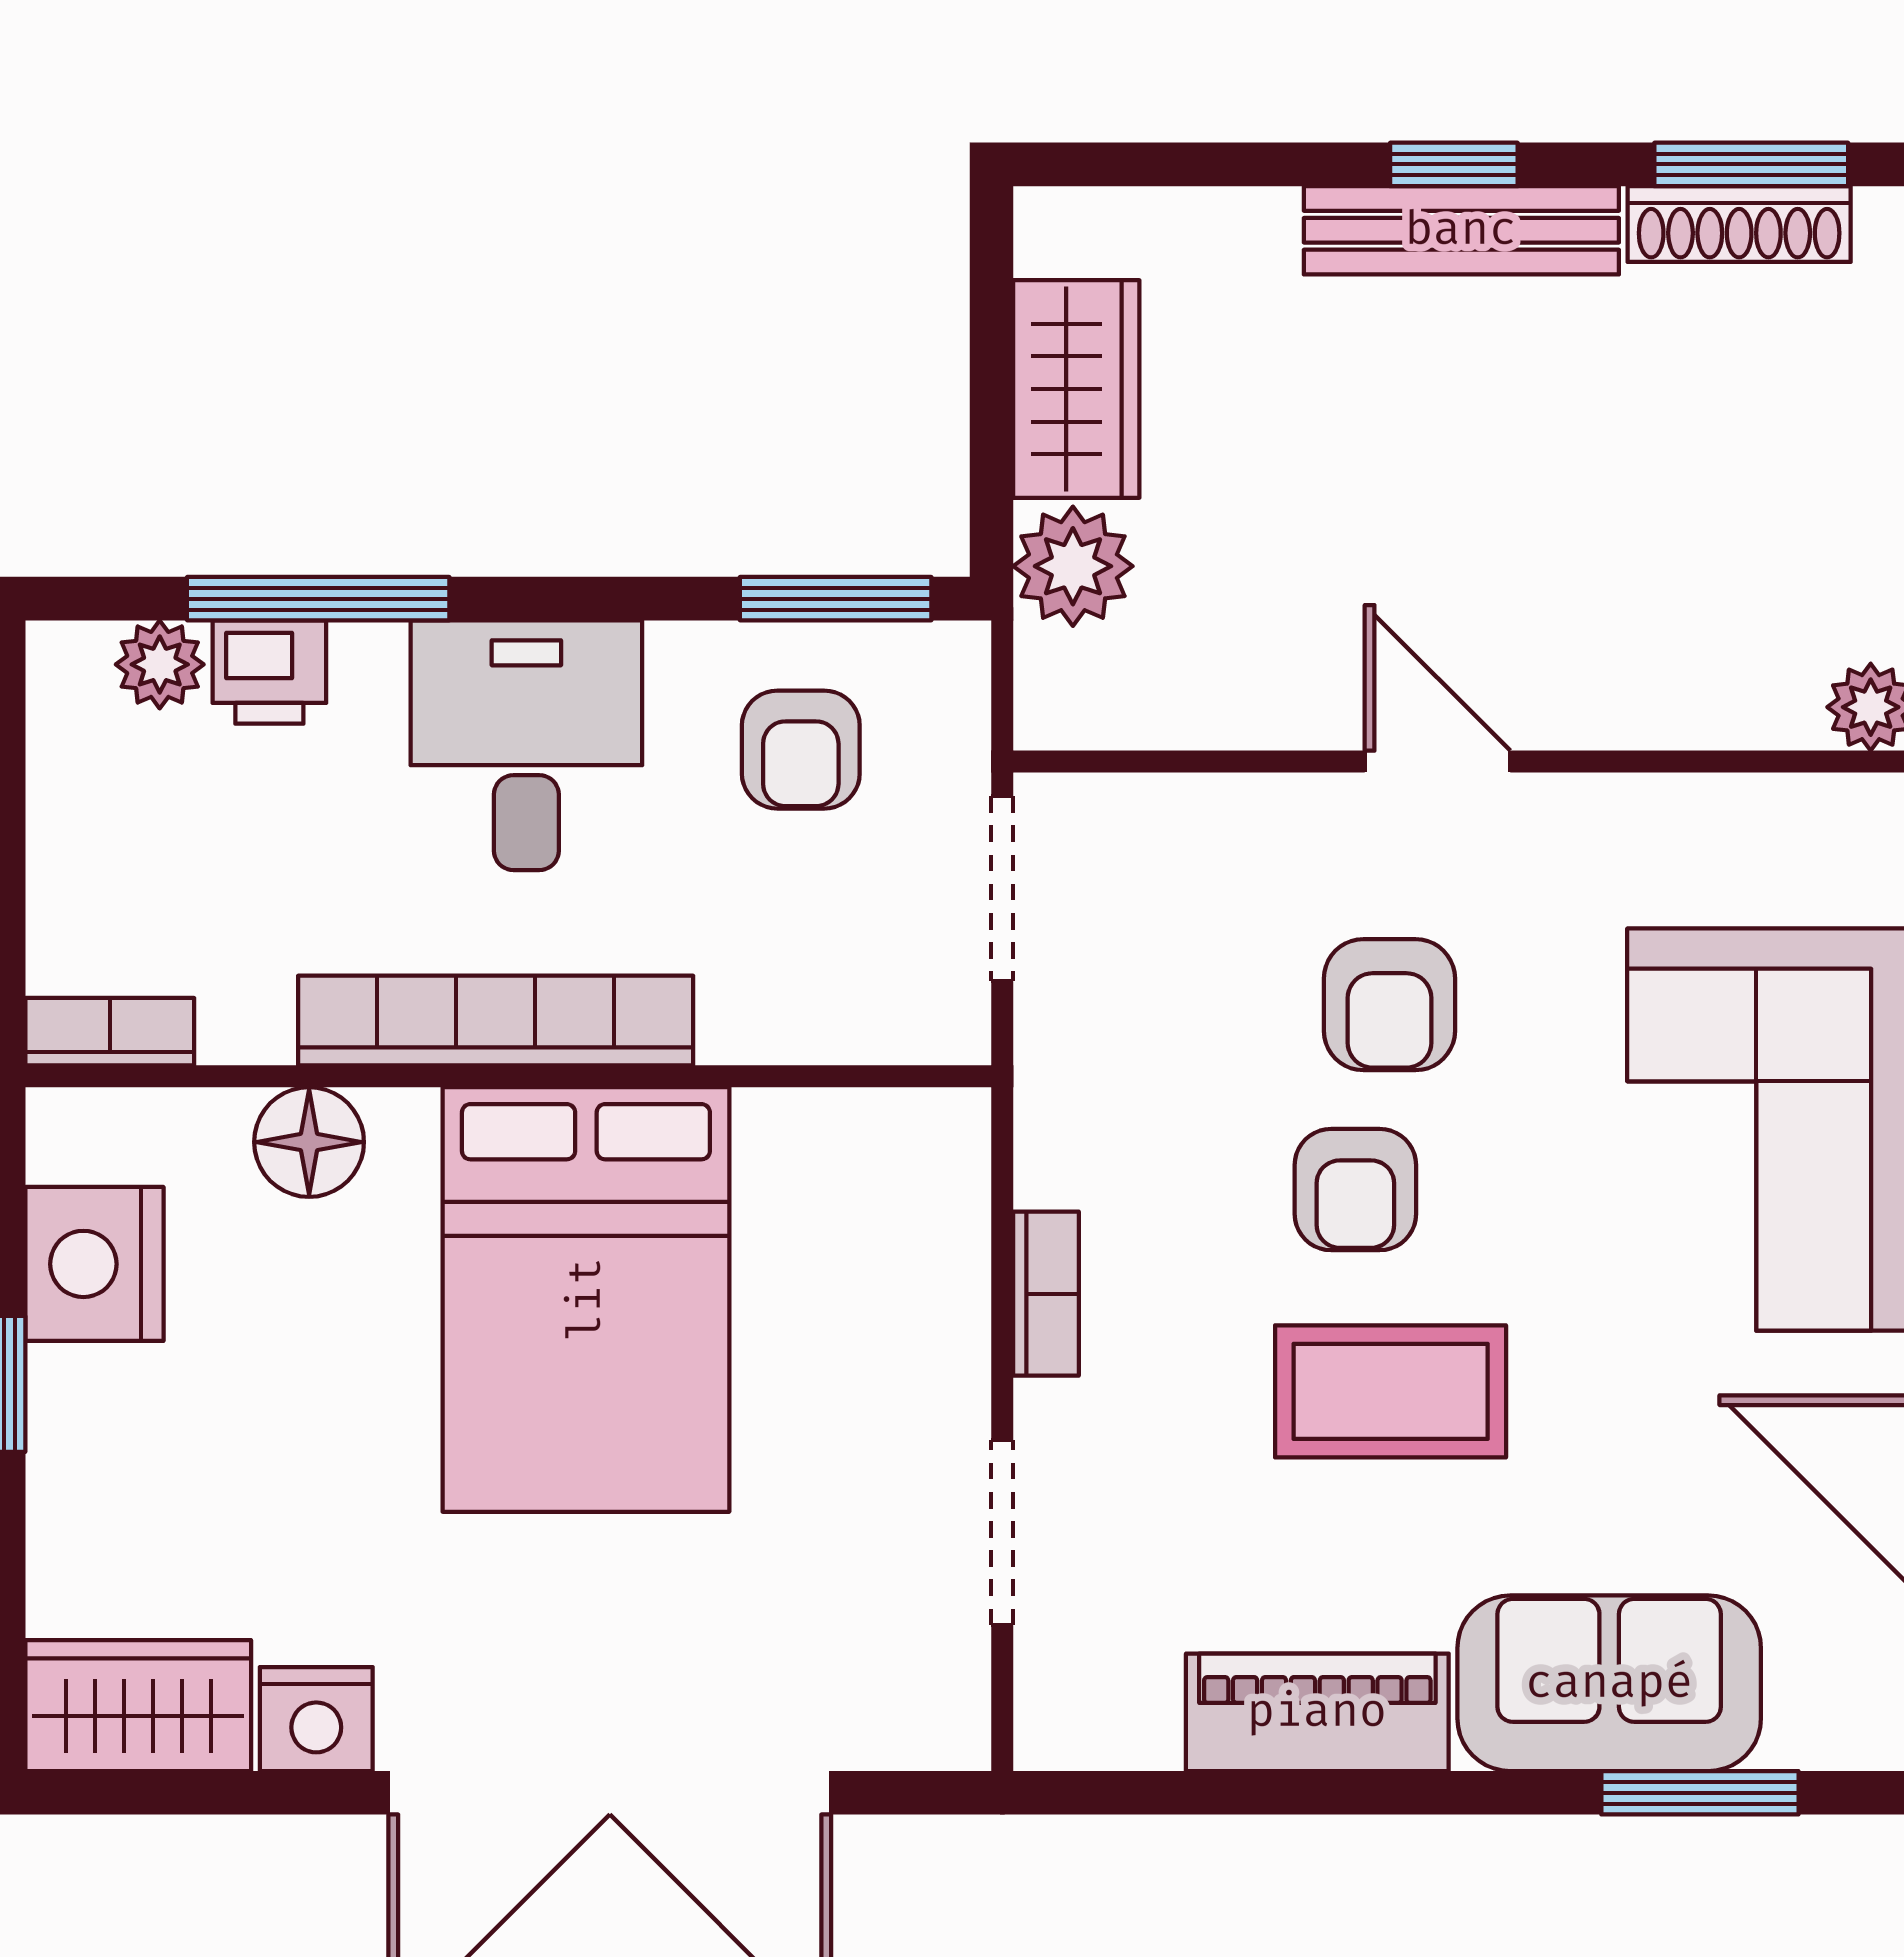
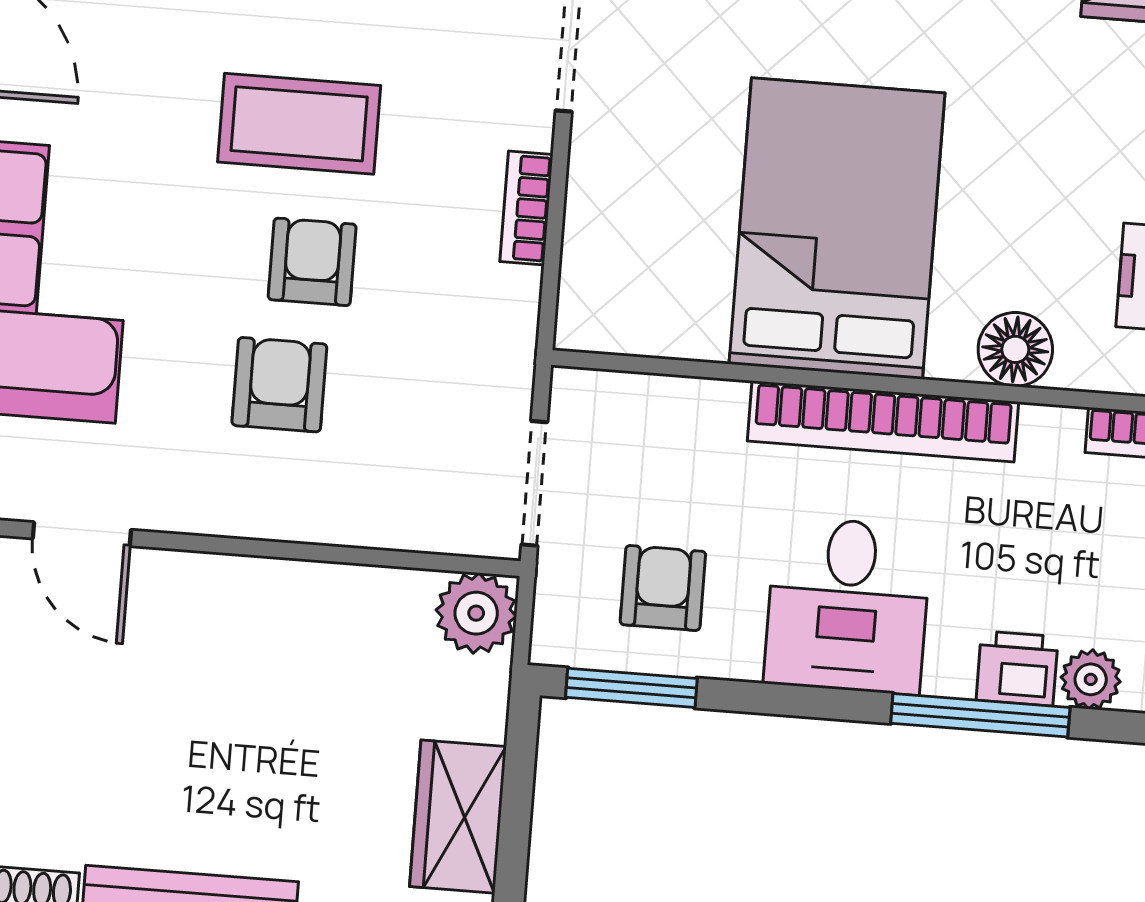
plant: (1073, 566) -> (476, 613), moved
door: (1438, 761) -> (82, 534), moved

